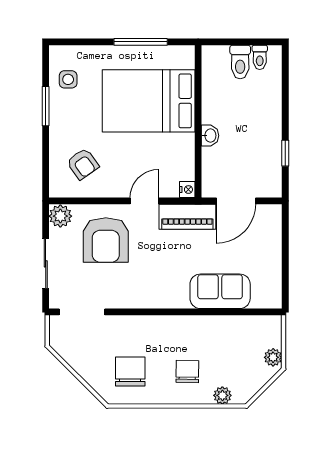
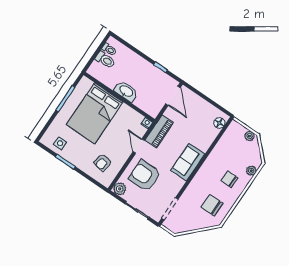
washbasin: (210, 136) -> (126, 91), width x1.91, depth x1.45
armchair: (83, 164) -> (103, 163), turned 136
door: (236, 201) -> (173, 96), moved
armchair: (106, 240) -> (145, 176), turned 180
sofa: (220, 291) -> (188, 162), moved
floor lamp: (262, 299) -> (219, 123), added

